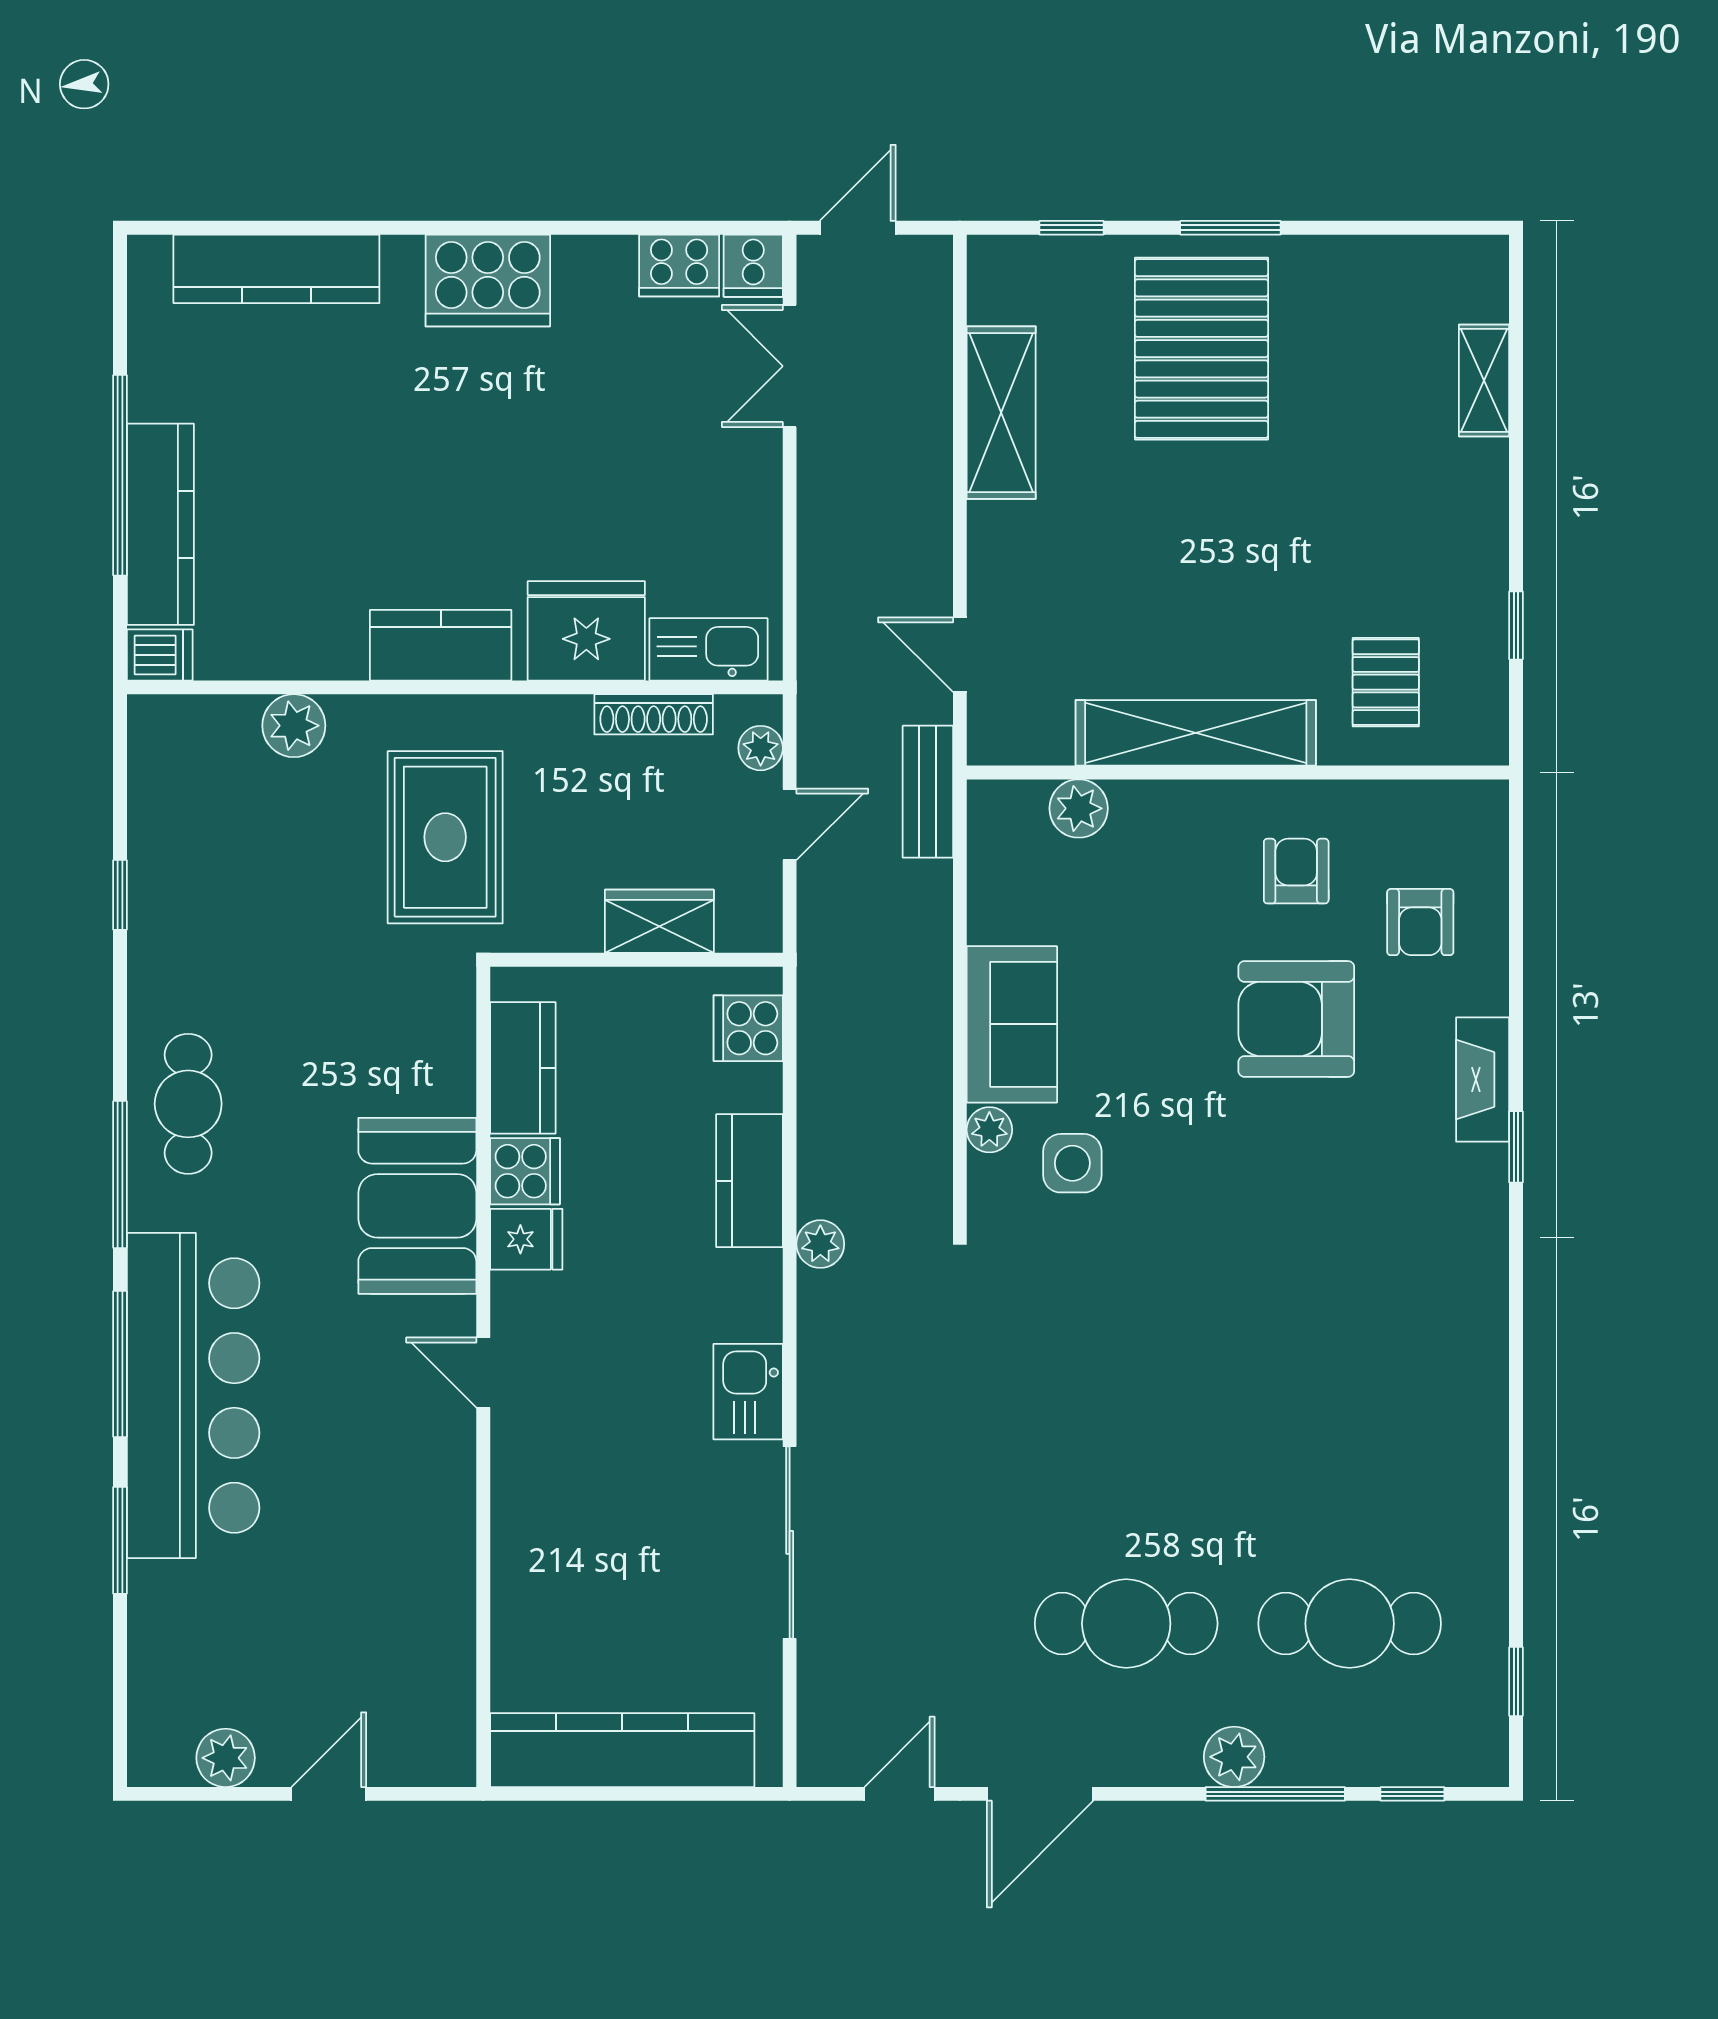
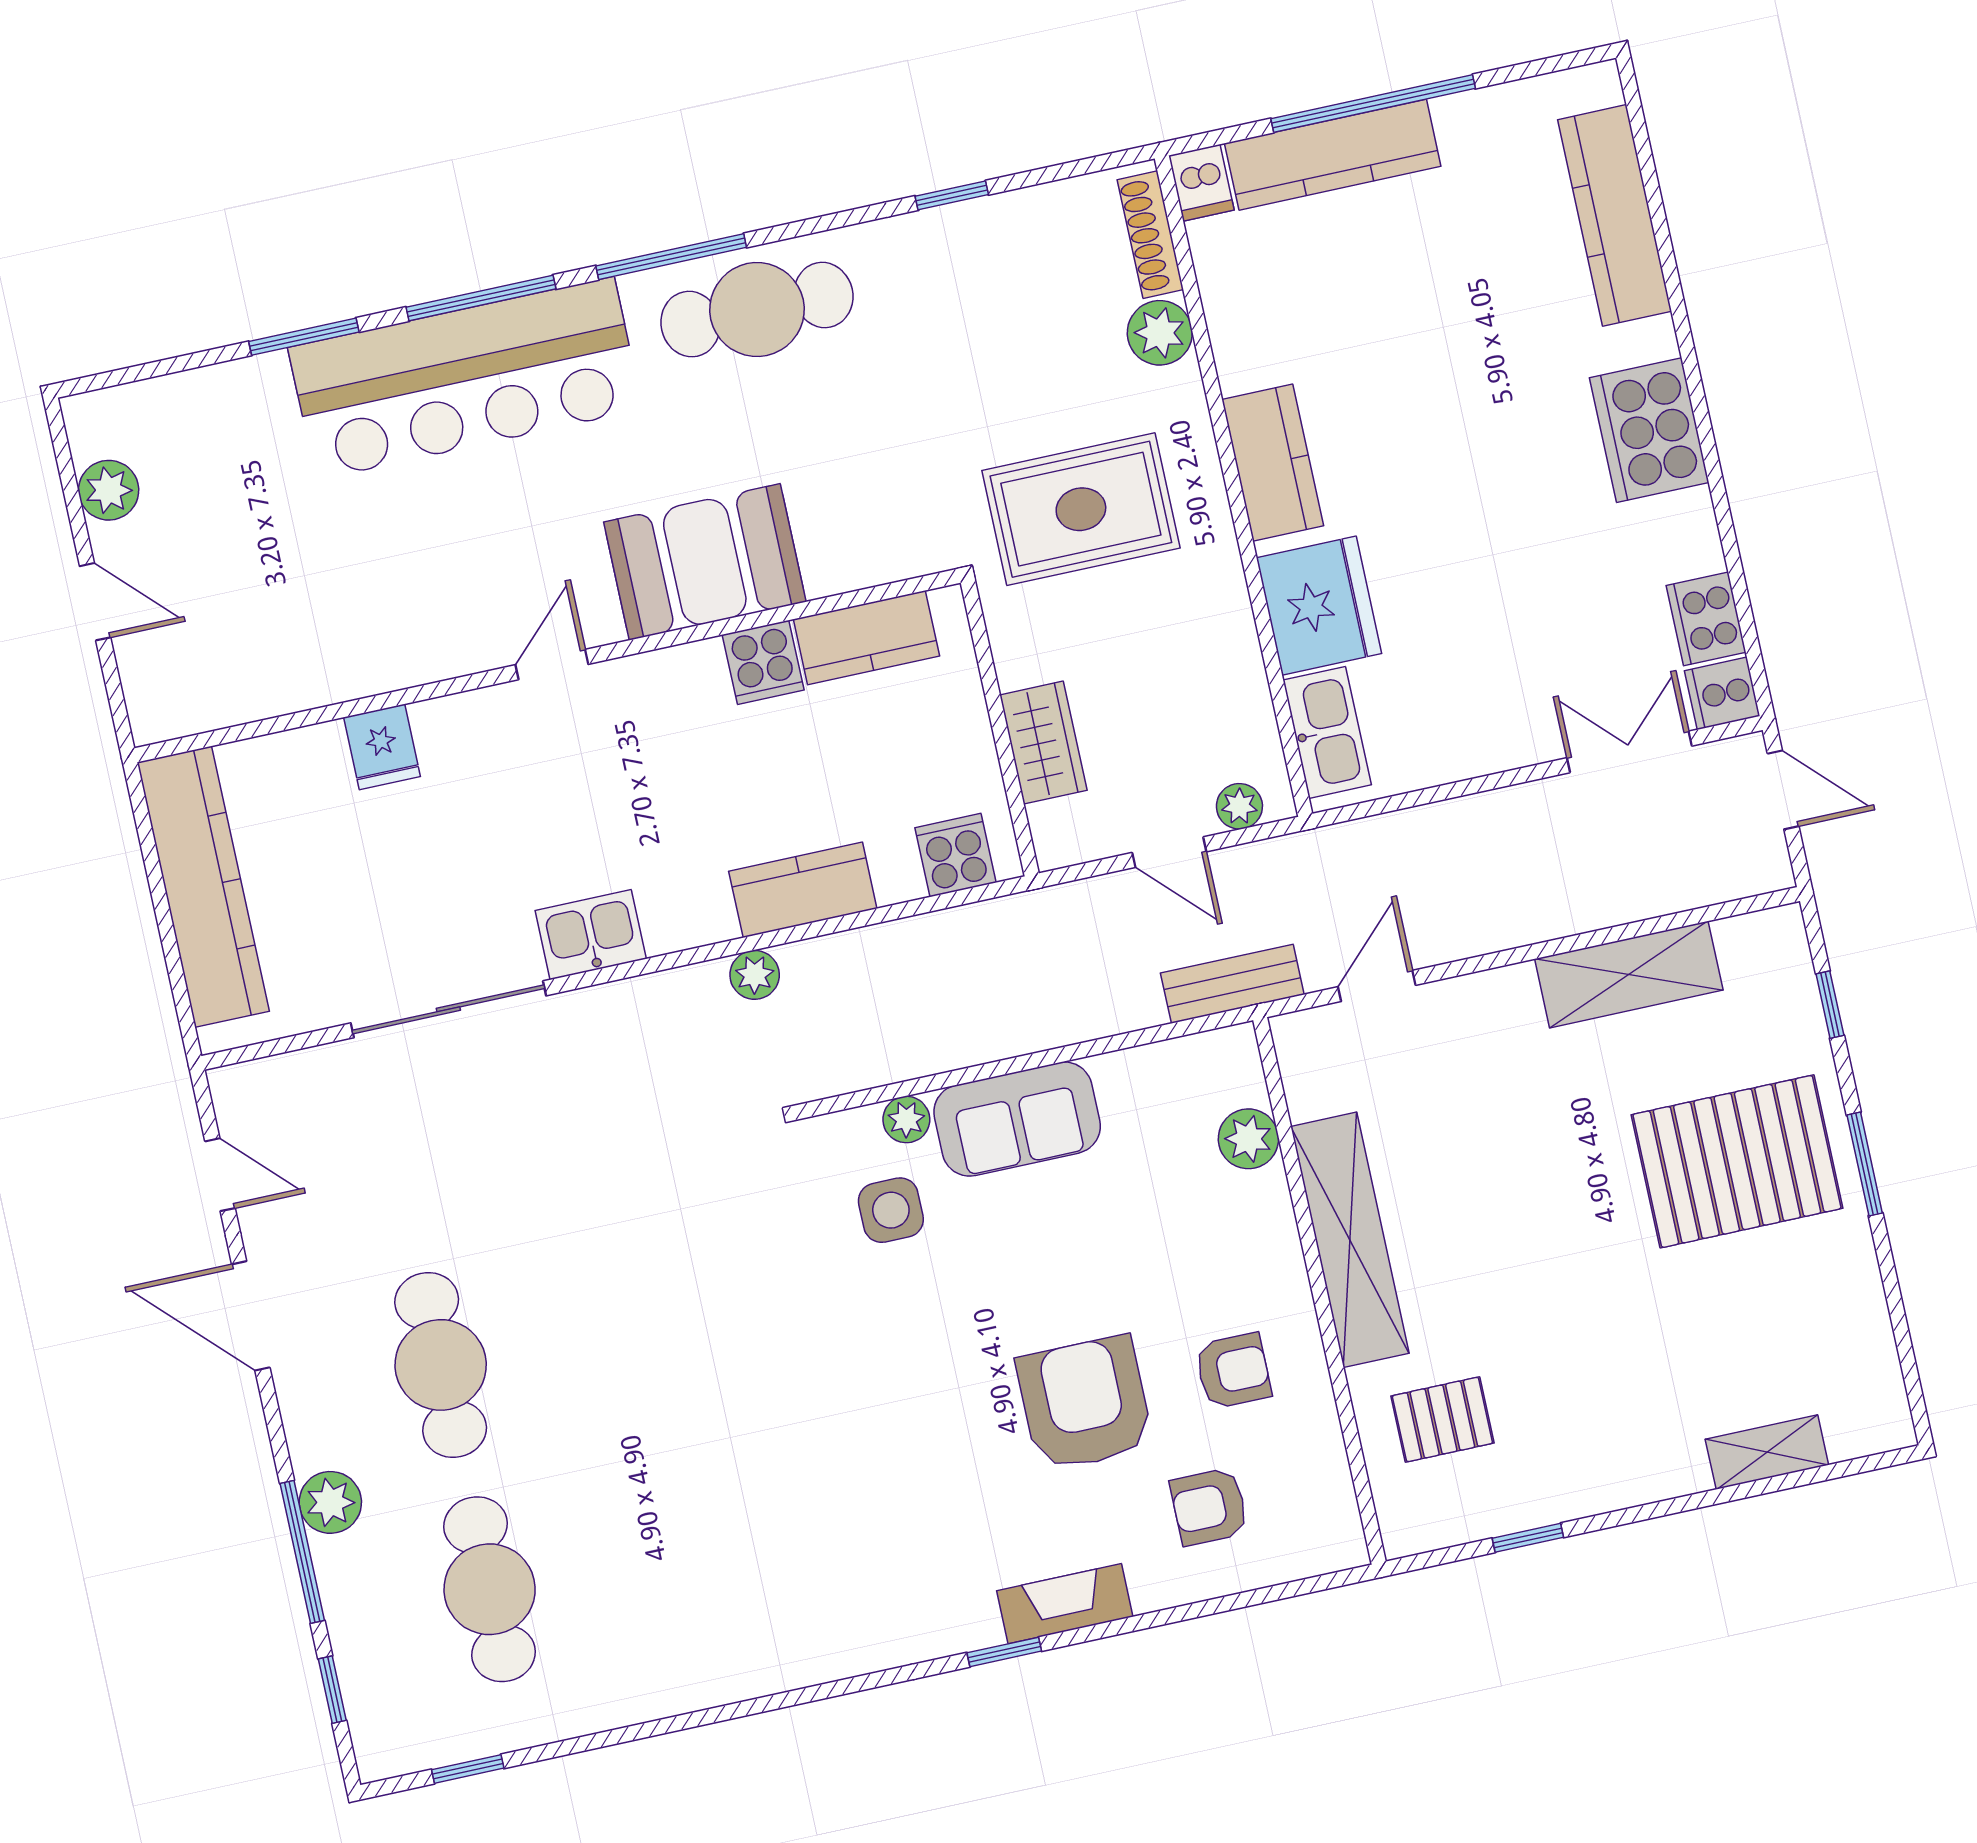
shoe rack: (654, 714) -> (1150, 235), moved
cafe table: (188, 1104) -> (757, 310), width x1.37, depth x1.35
fridge: (526, 1239) -> (382, 747), moved

